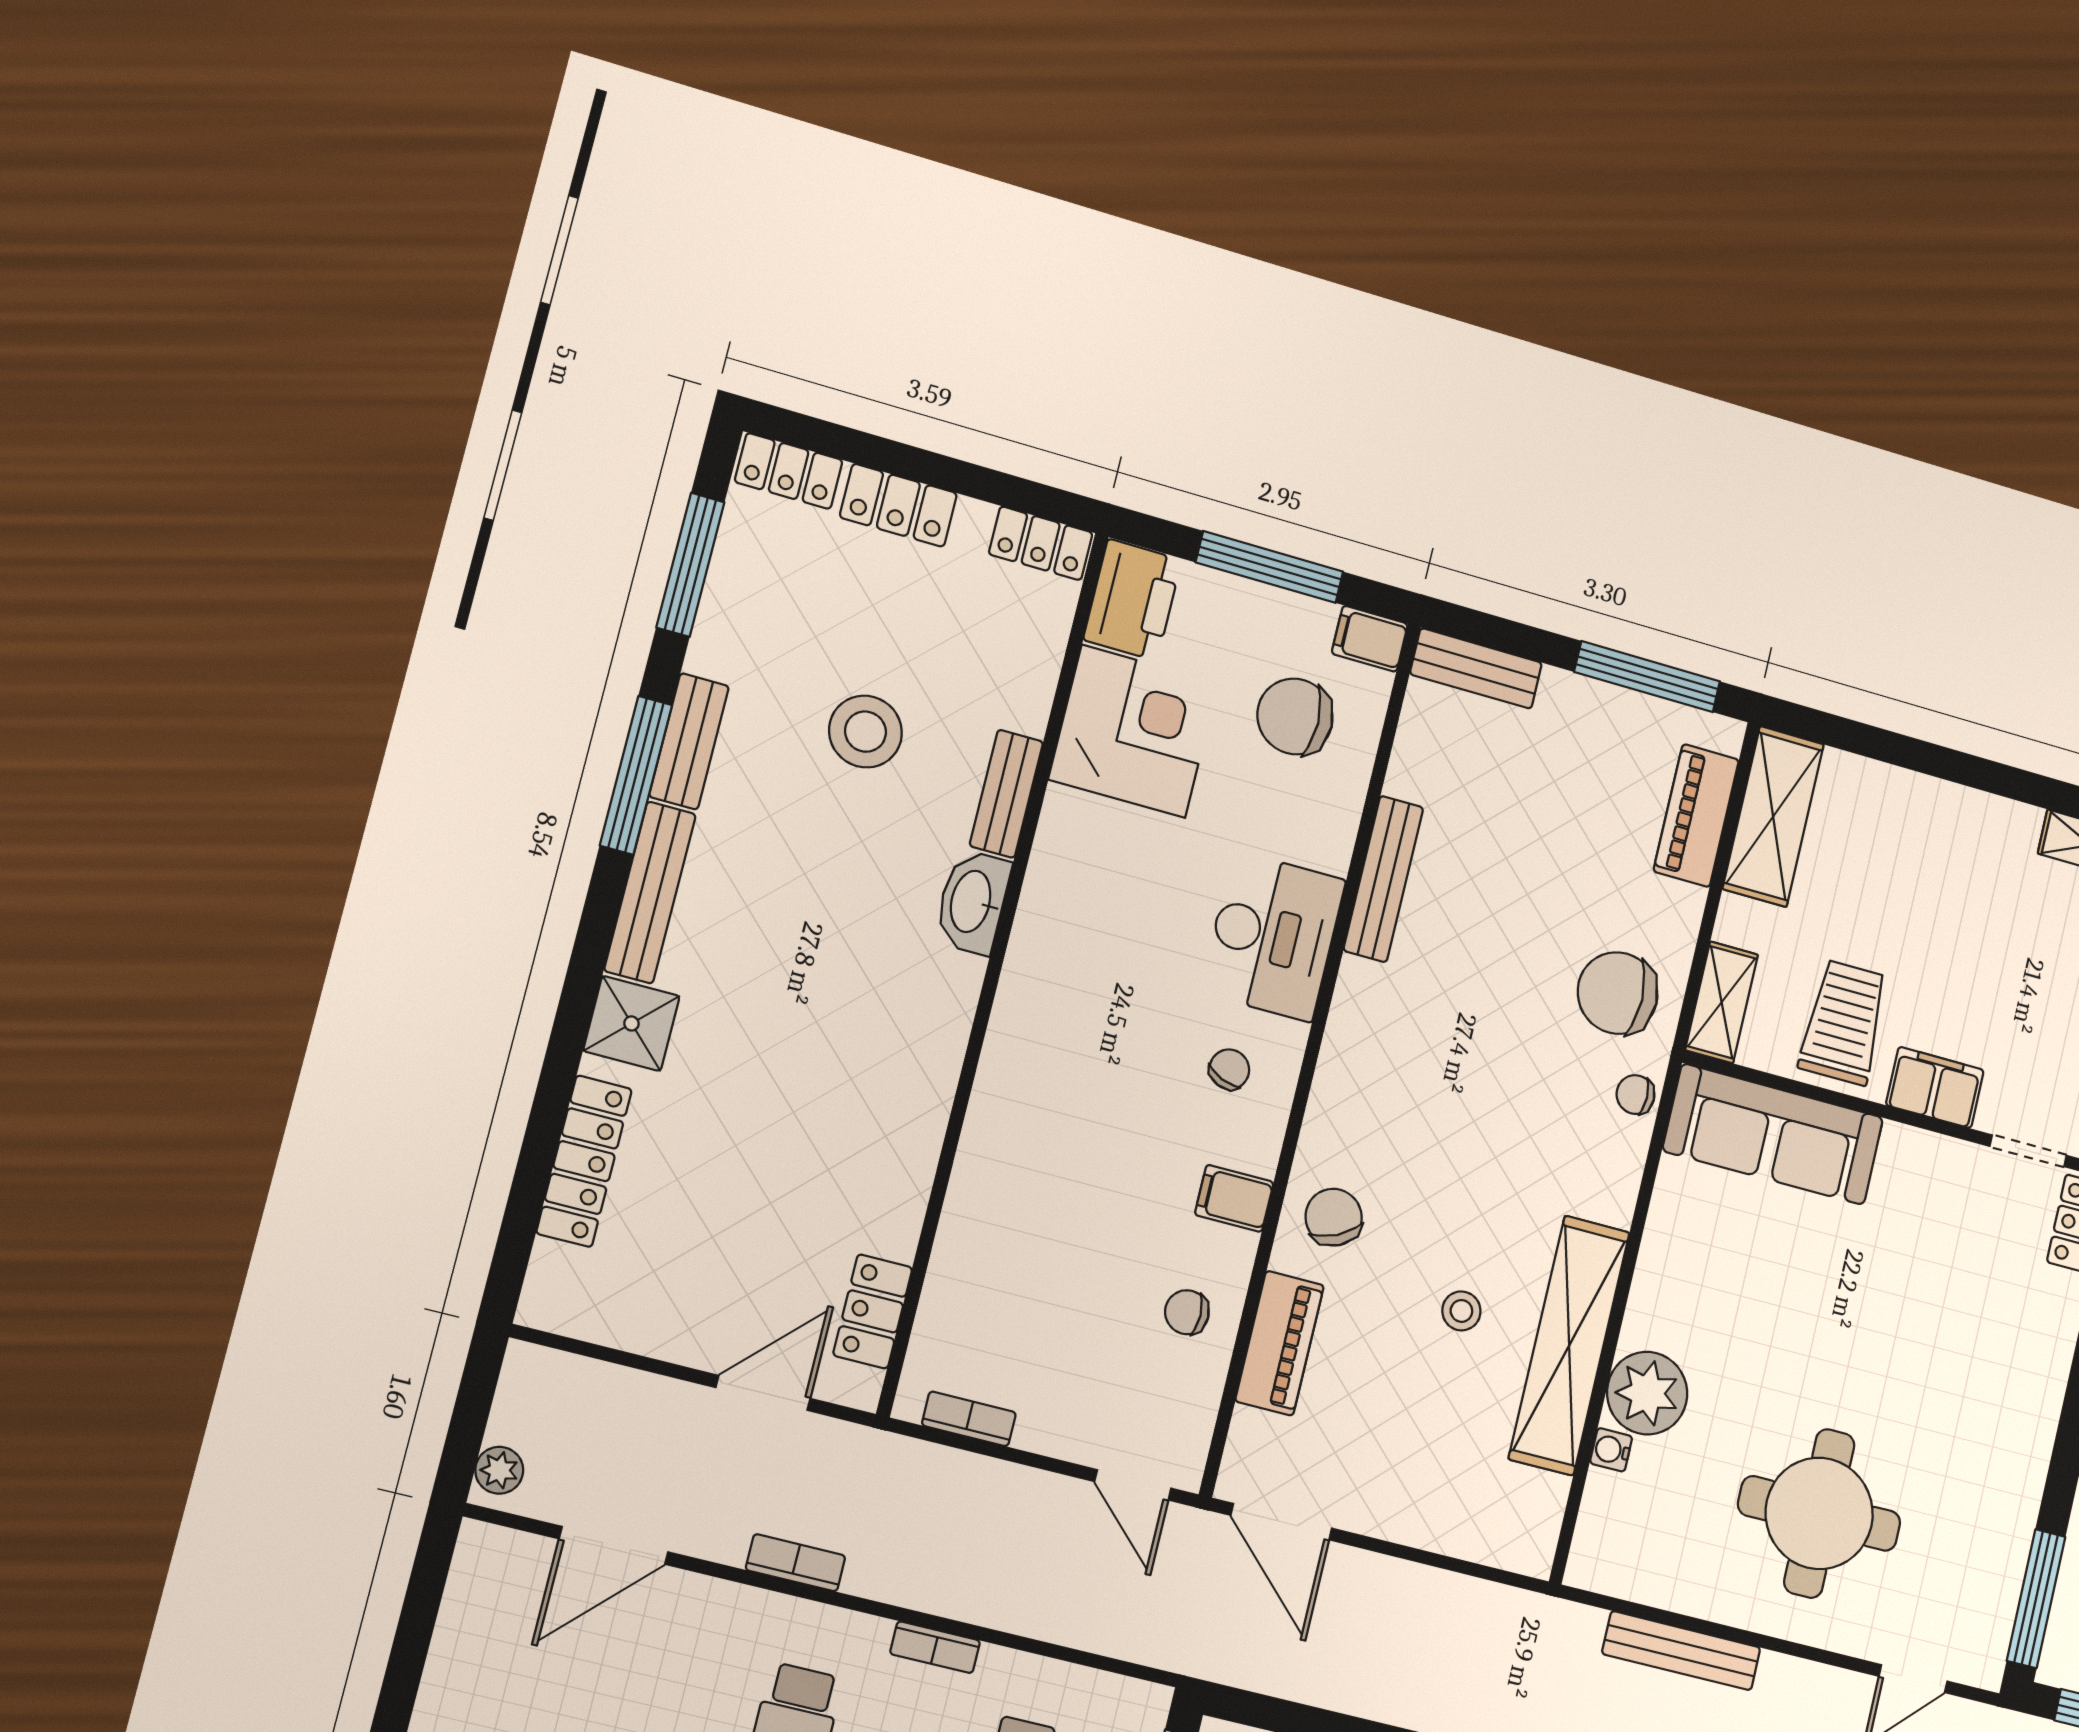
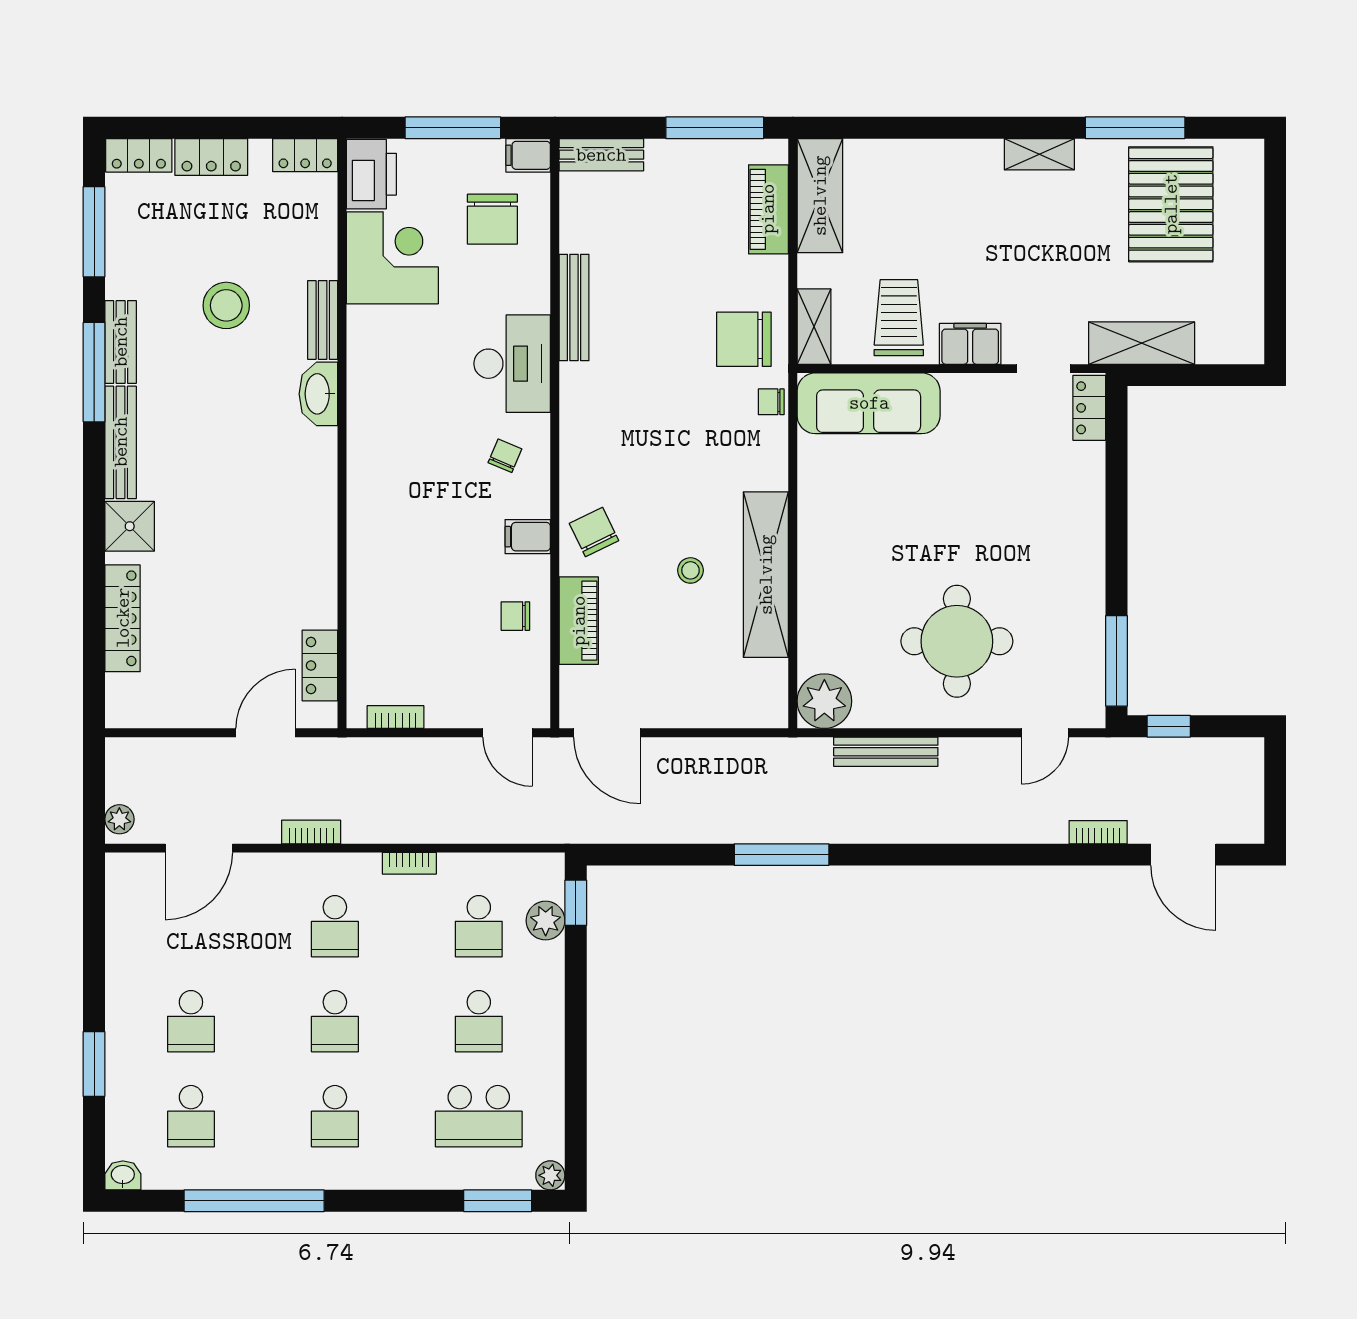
chair: (1295, 716) -> (492, 219), turned -90
plant: (1647, 1393) -> (824, 701), moved
water cooler: (1611, 1450) -> (809, 635), removed

